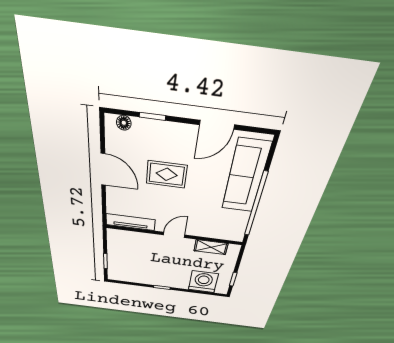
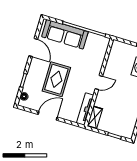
rug: (167, 174) -> (56, 79), width x1.36, depth x1.43
door: (174, 235) -> (99, 82), swing flipped
shelving: (211, 247) -> (95, 117), moved

